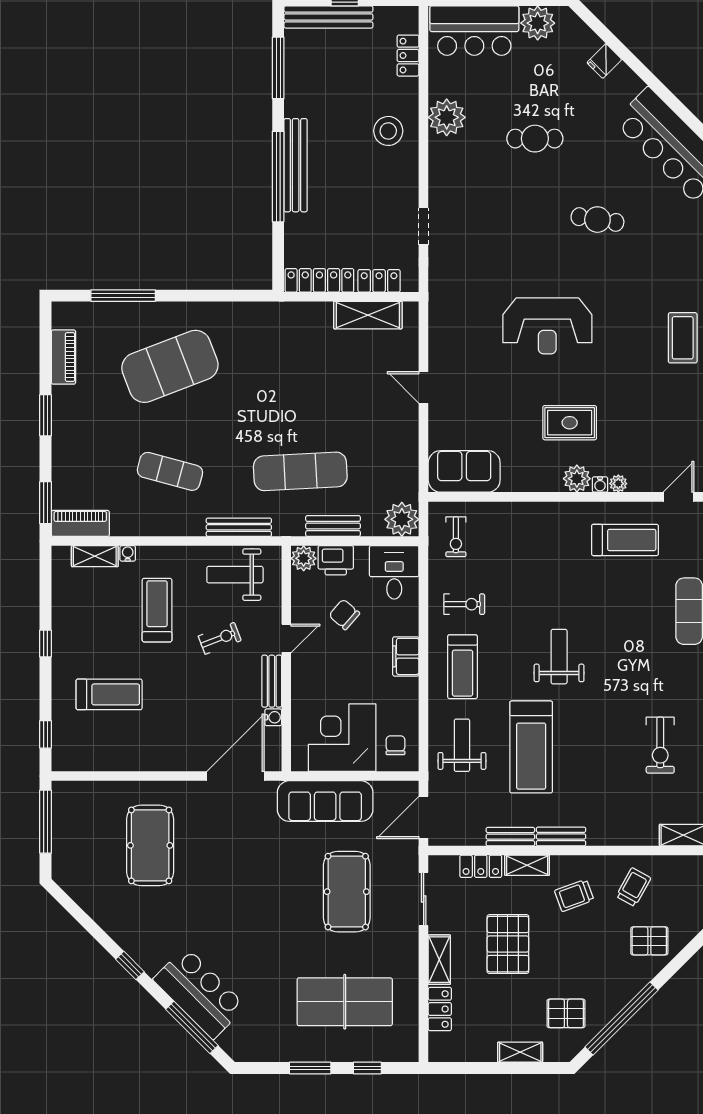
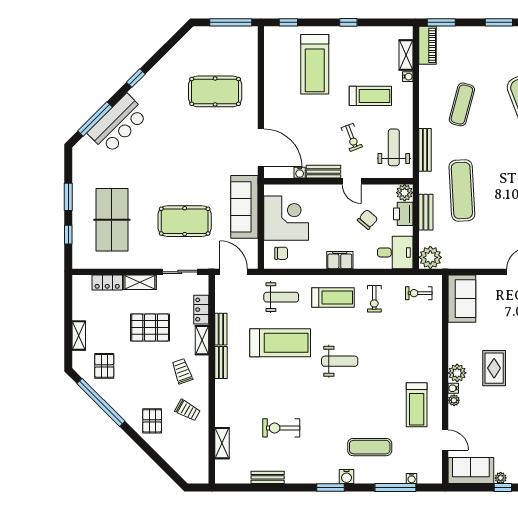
treadmill: (463, 667) -> (333, 298), turned 180
treadmill: (109, 694) -> (315, 64), width x1.37, depth x1.38
treadmill: (531, 747) -> (280, 343), turned 180

